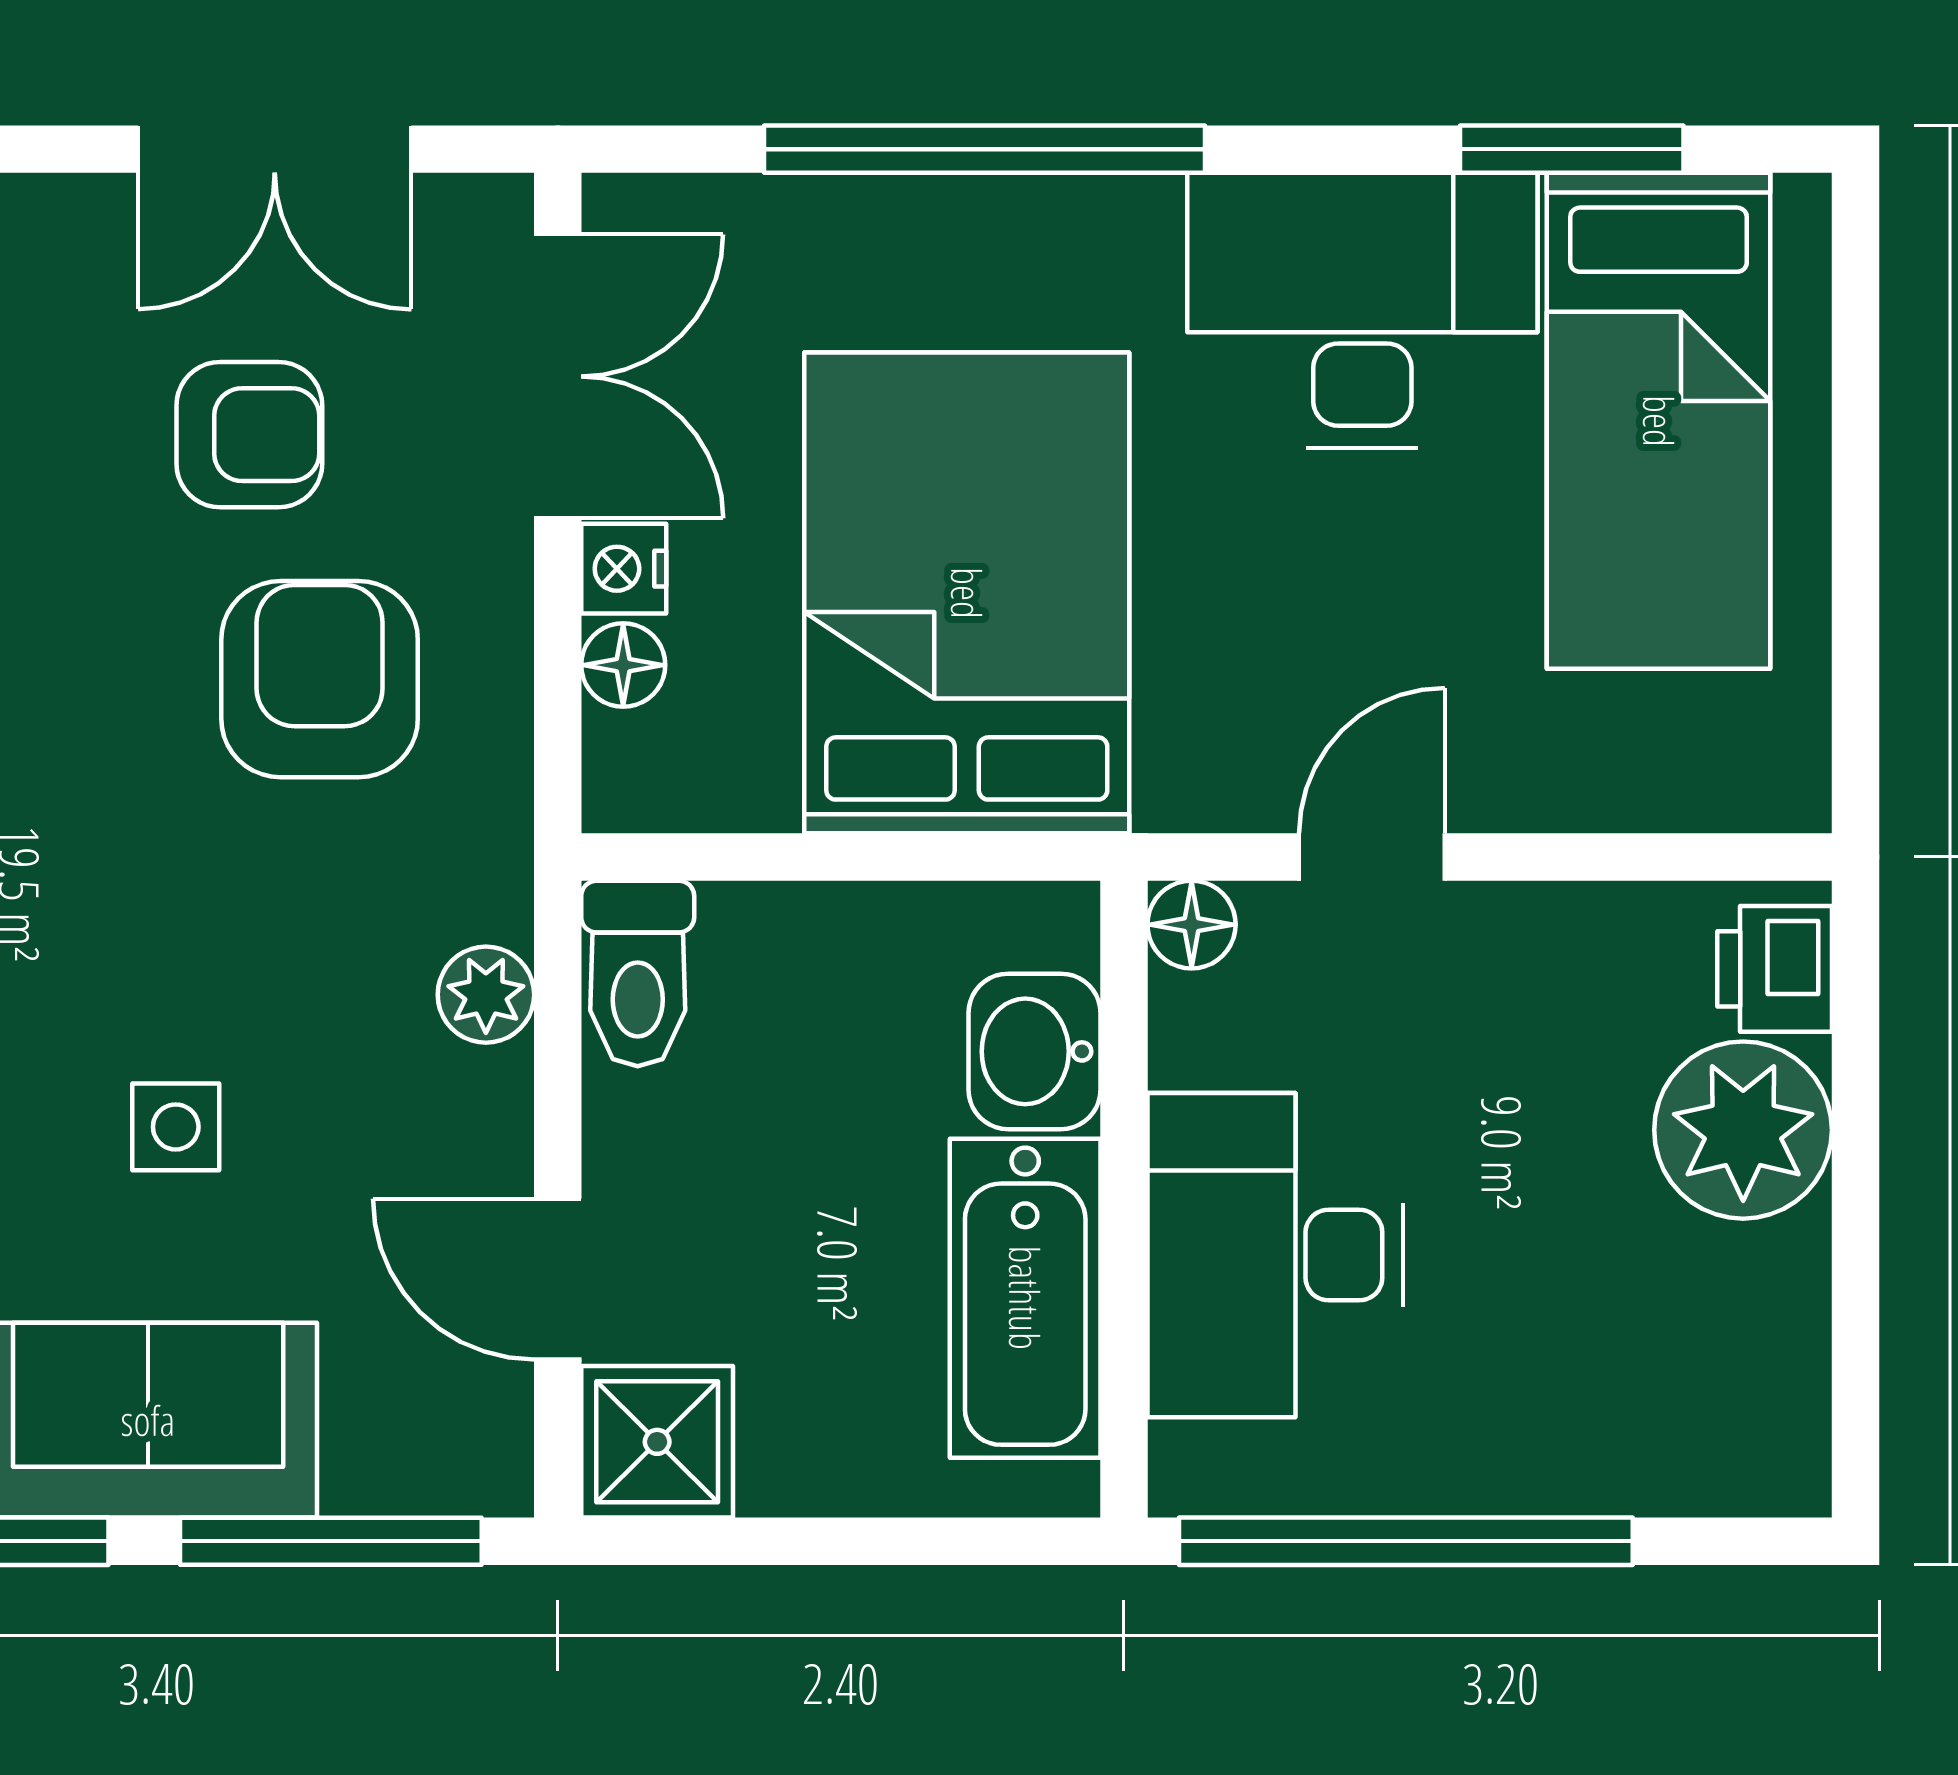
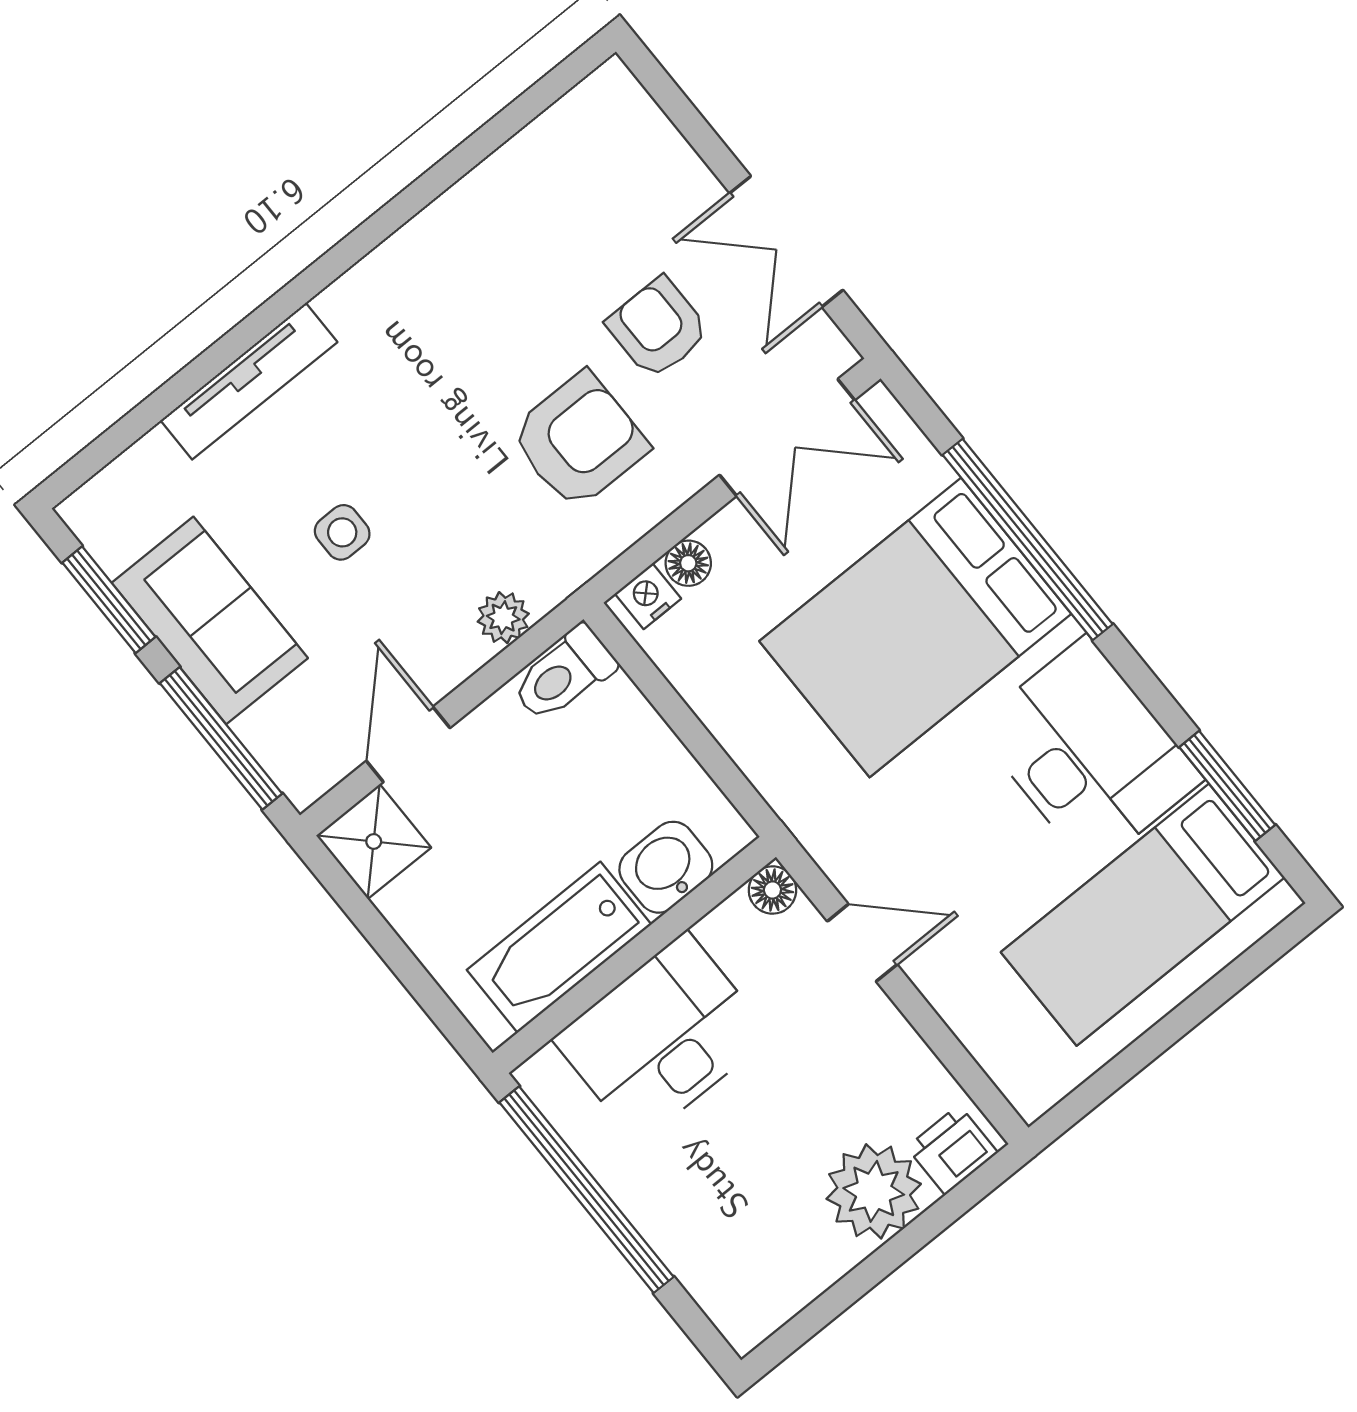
armchair: (249, 435) -> (658, 328), turned 180
nightstand: (624, 569) -> (648, 596), moved
bed: (967, 593) -> (915, 628), moved, turned 180

